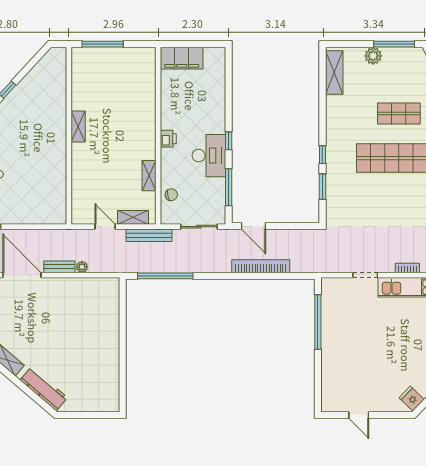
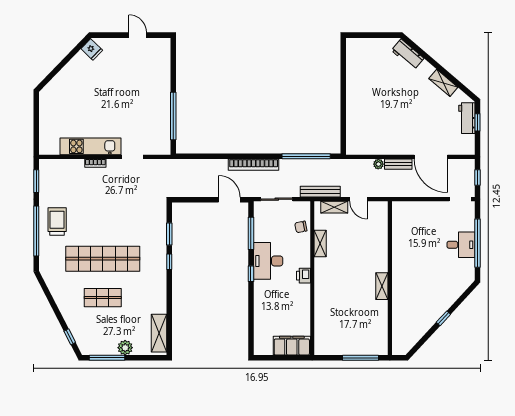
bookcase: (261, 266) -> (254, 165), moved
workbench: (44, 389) -> (408, 54), width x0.73

